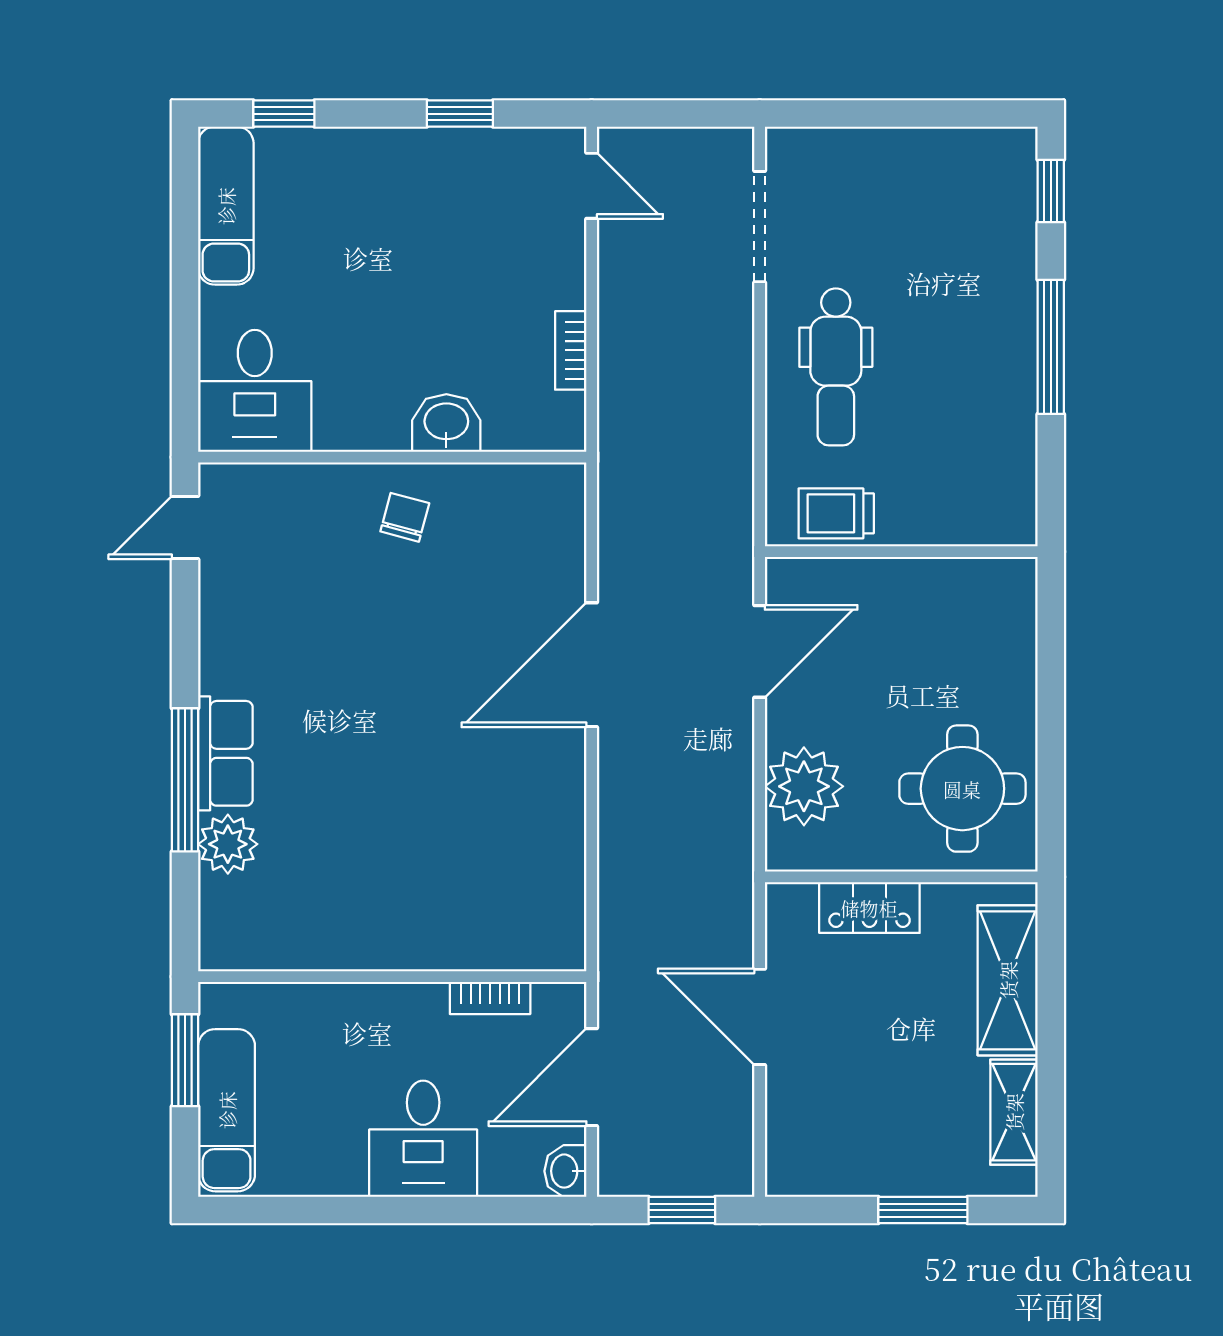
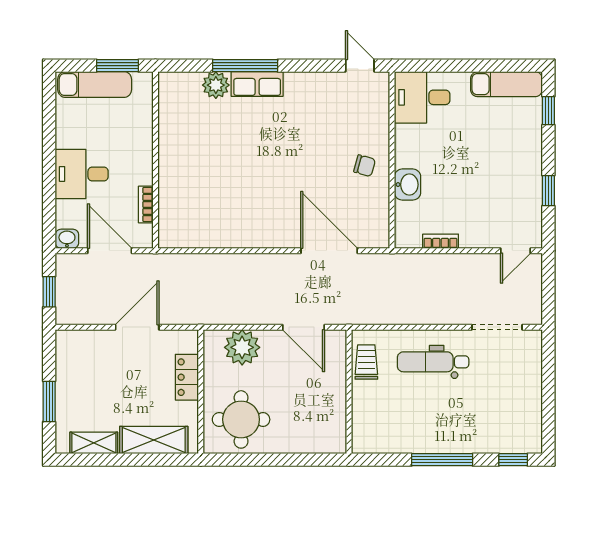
door: (592, 665) -> (329, 251), moved

